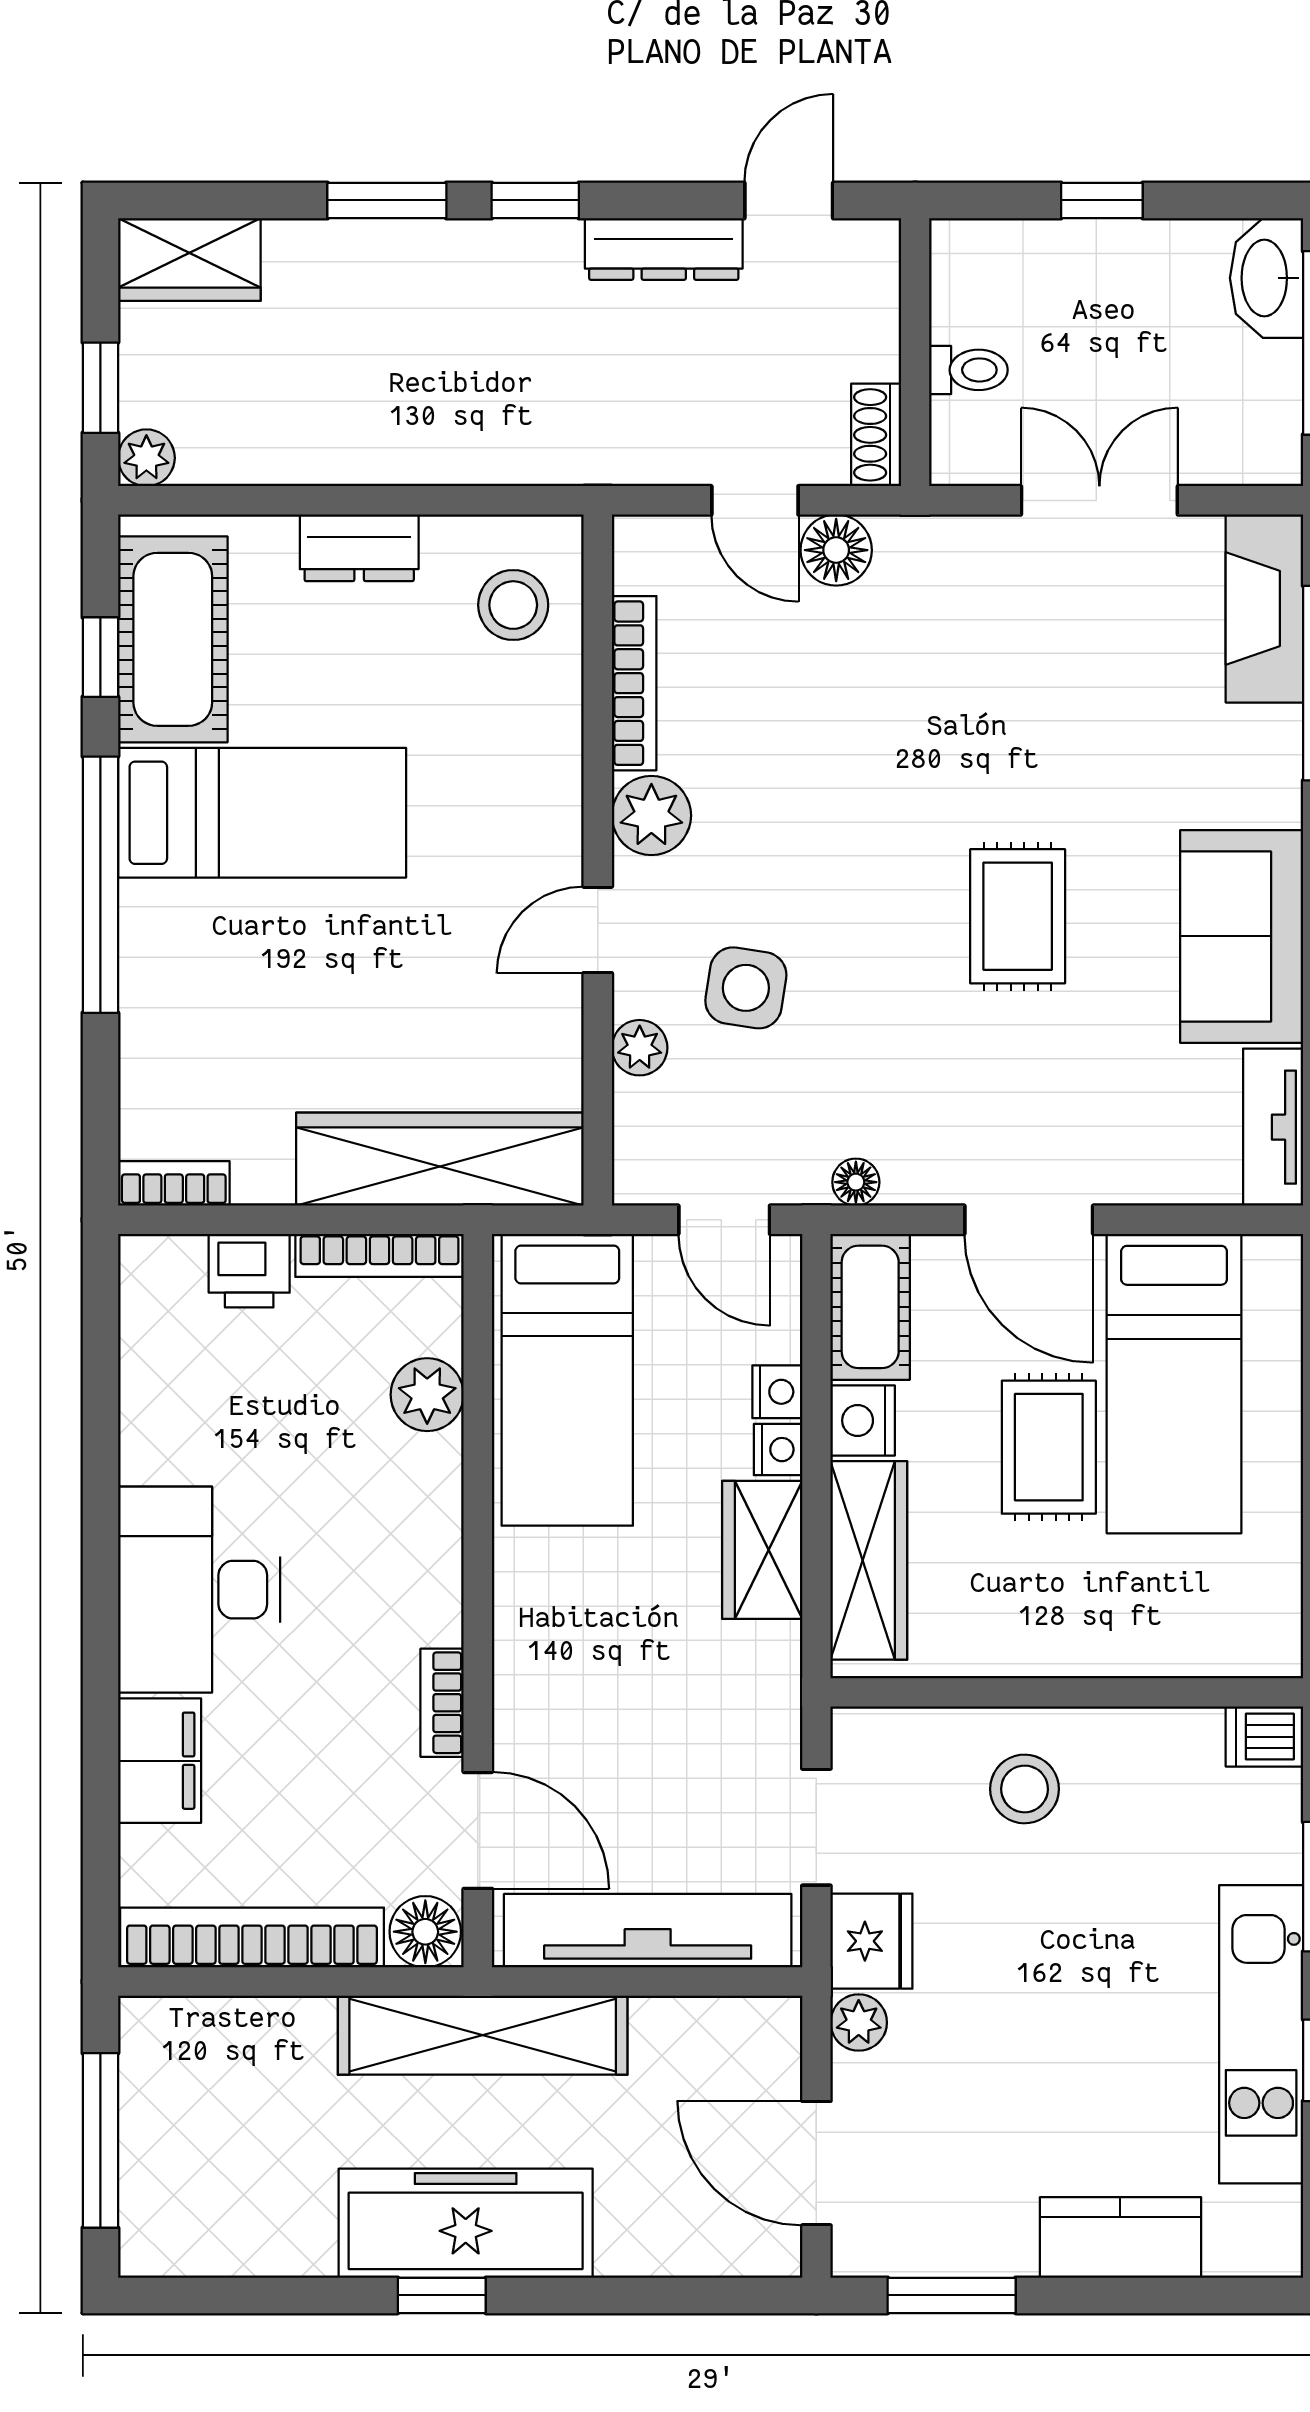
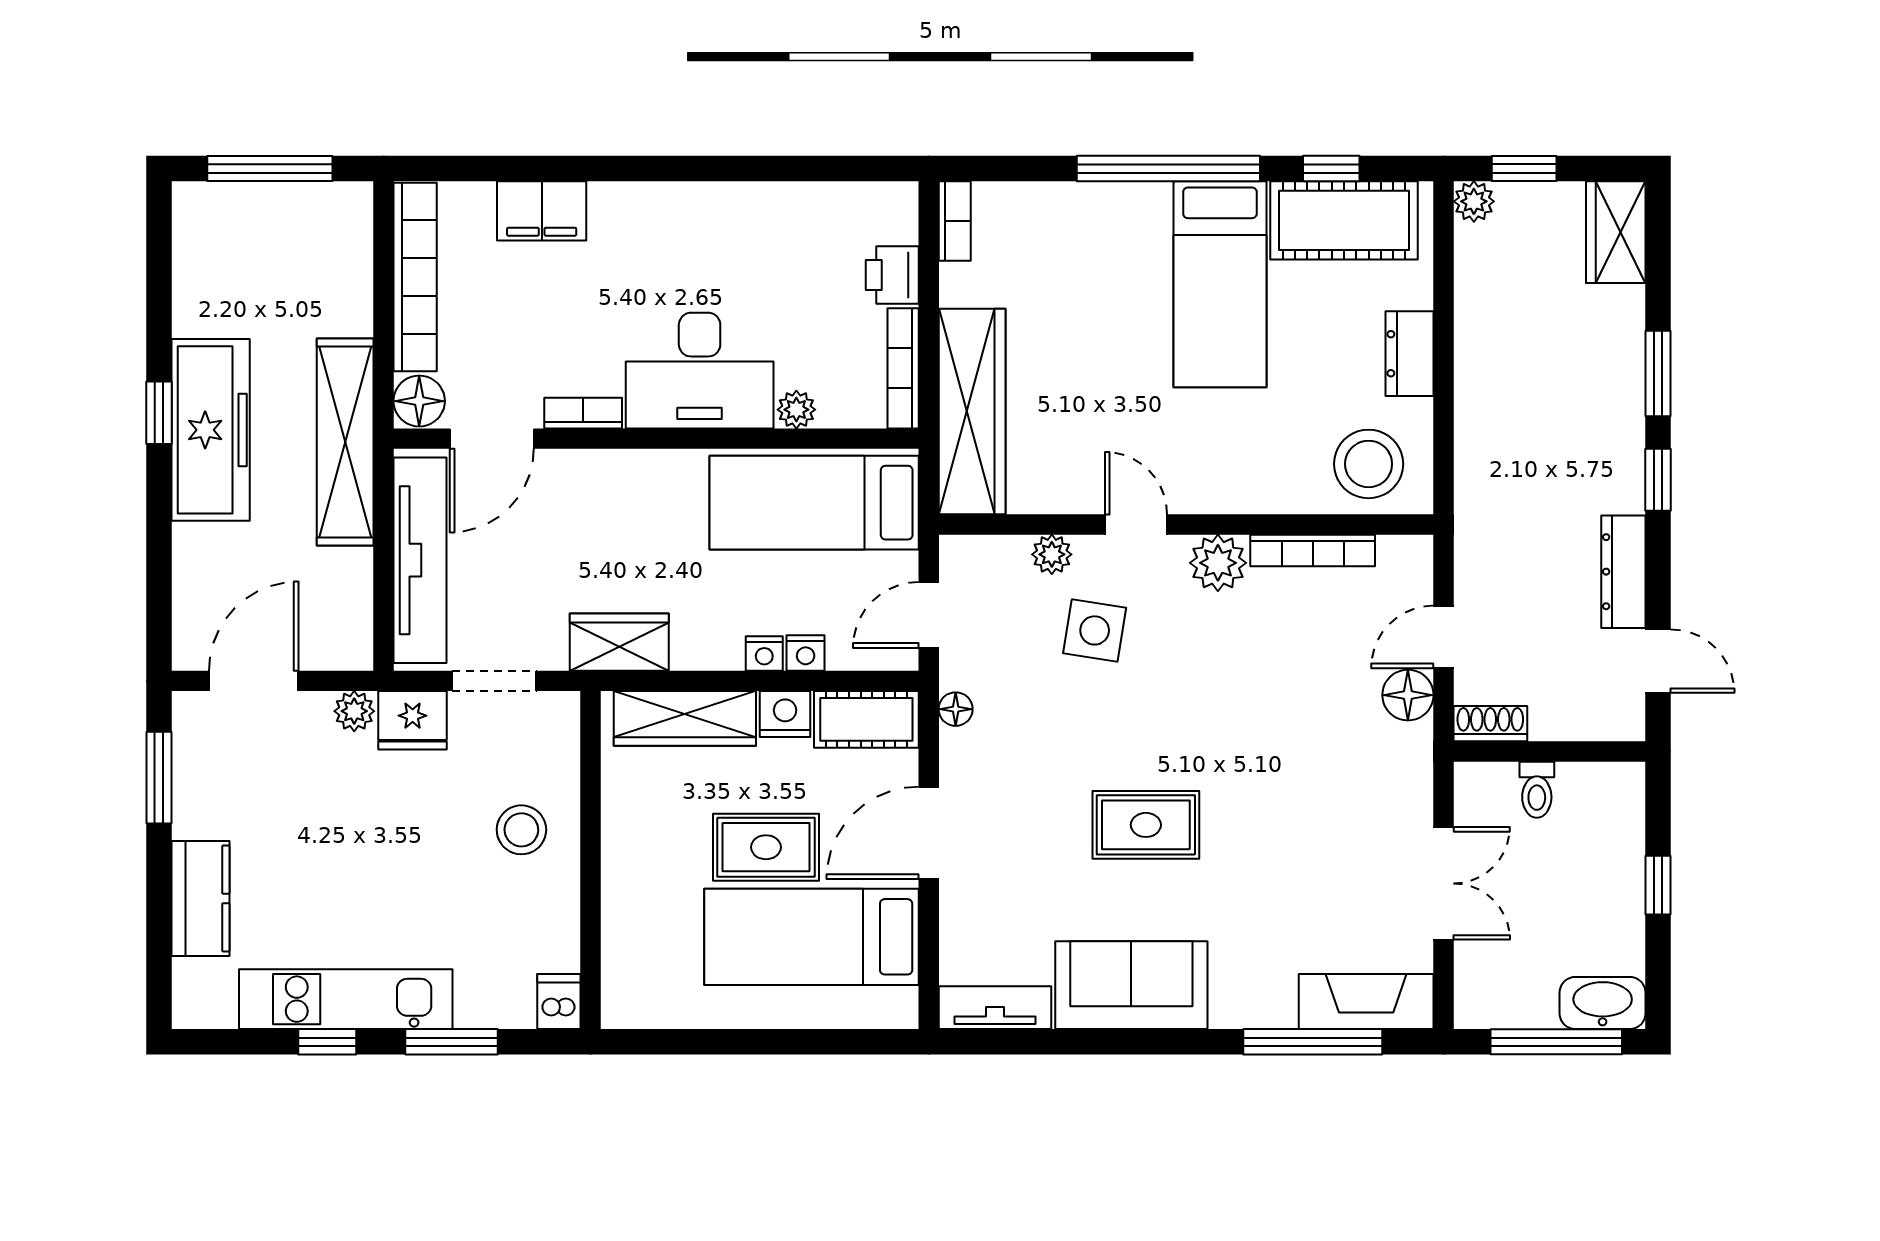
stool: (513, 605) -> (1369, 464), width x1.38, depth x1.38
plant: (427, 1395) -> (796, 410), width x0.73, depth x0.73
wardrobe: (762, 1550) -> (619, 642), moved
desk: (199, 1590) -> (700, 371), moved, turned 180

